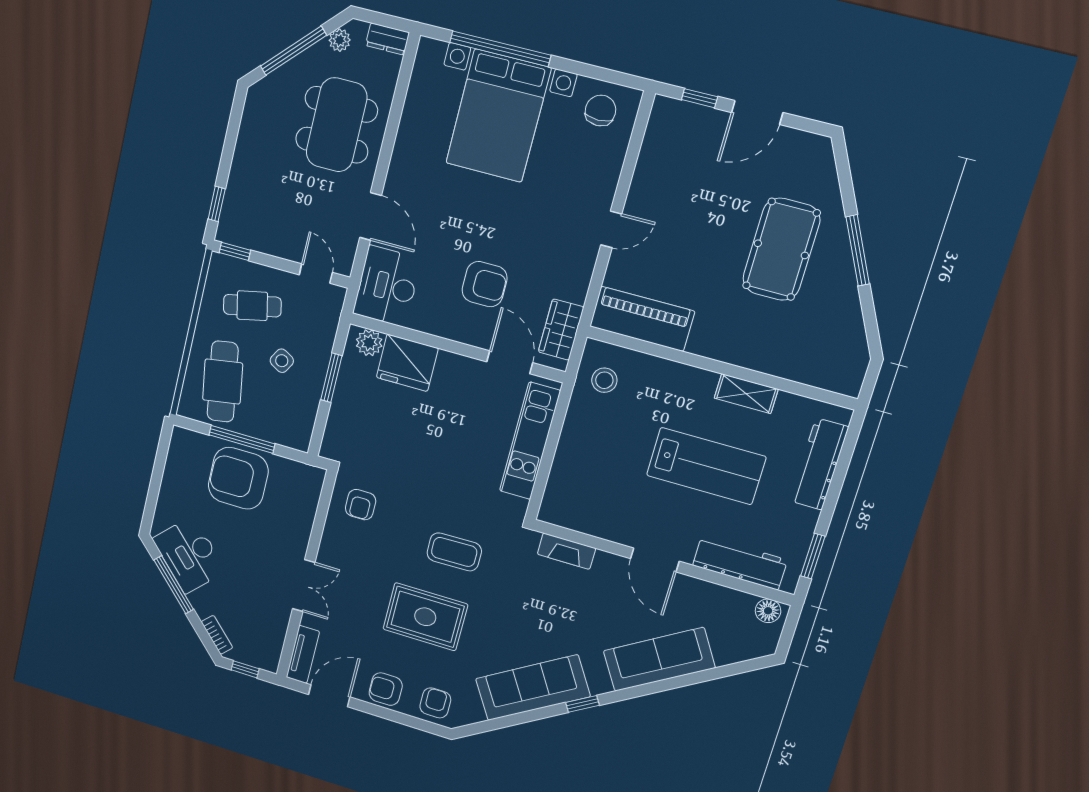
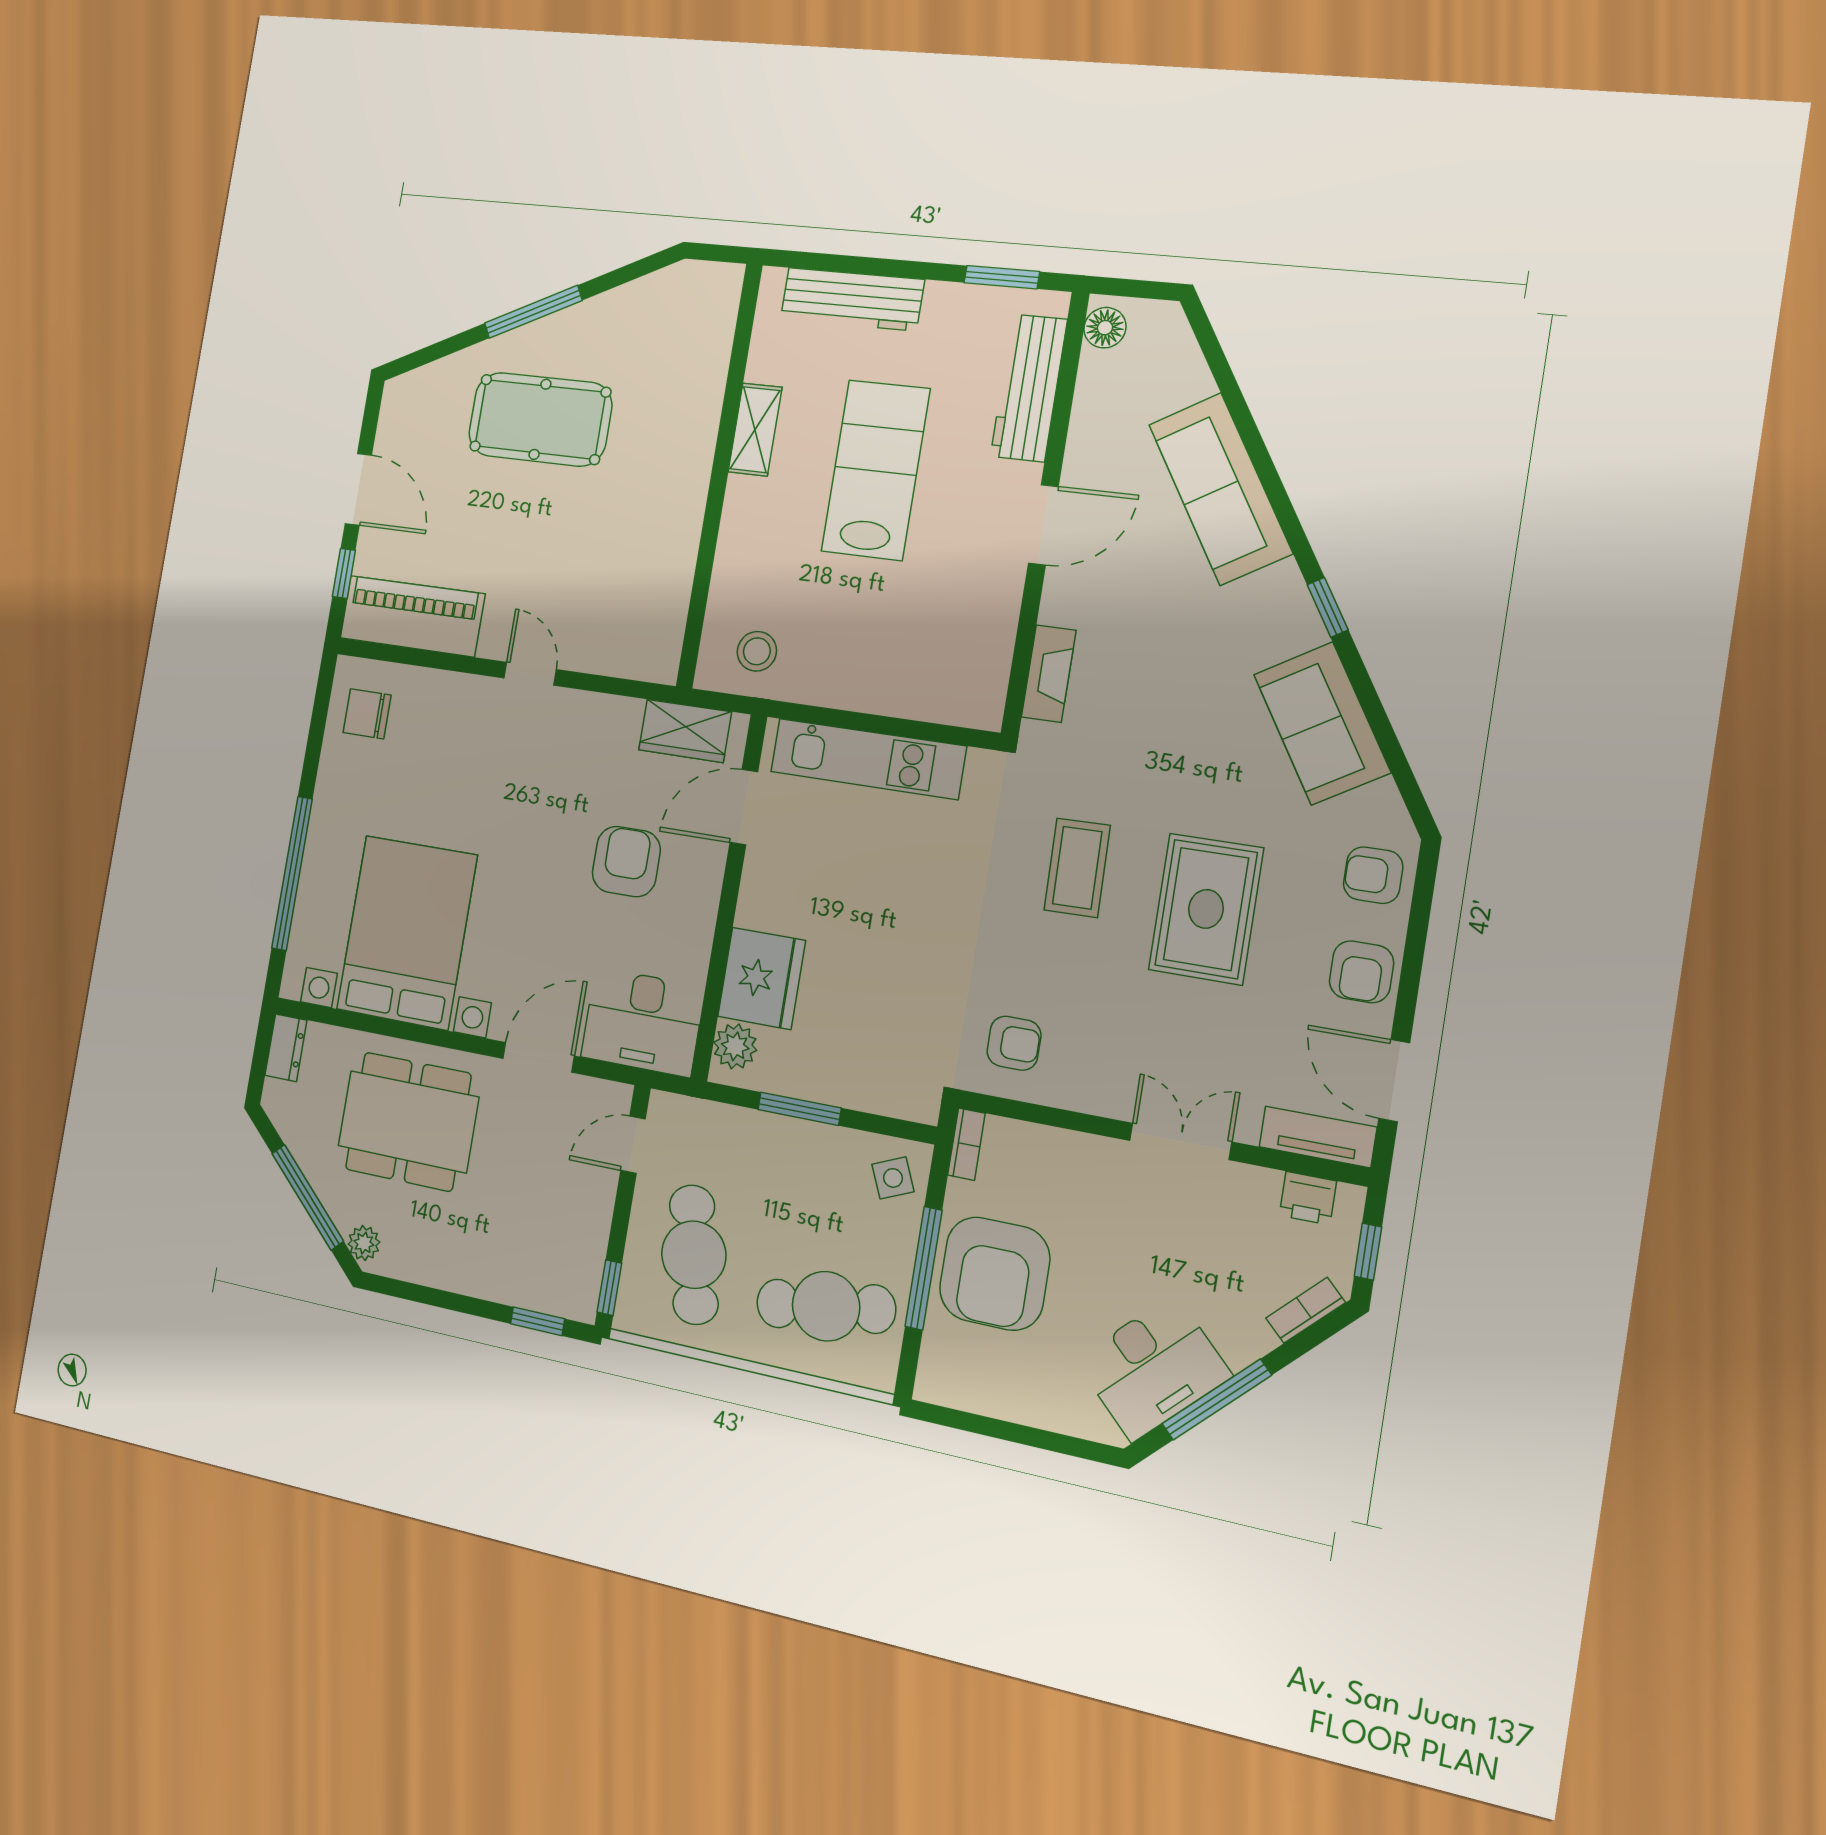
plant: (340, 40) -> (364, 1243), moved
bed with nightstands: (498, 116) -> (407, 932), moved, turned -90
cafe table: (252, 306) -> (694, 1255), width x1.37, depth x1.35
piano: (642, 319) -> (412, 616), moved, turned 90
side table: (282, 361) -> (893, 1178), moved, turned 37
bookcase: (307, 471) -> (966, 1144), added
printer: (272, 645) -> (1308, 1198), added
sofa: (533, 688) -> (1322, 723), width x0.73

